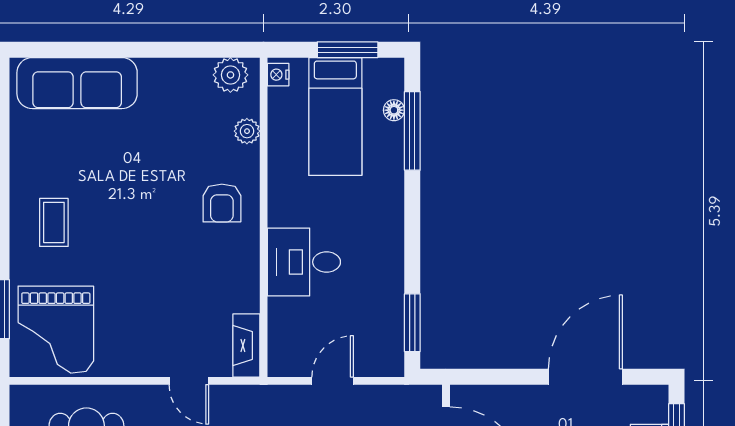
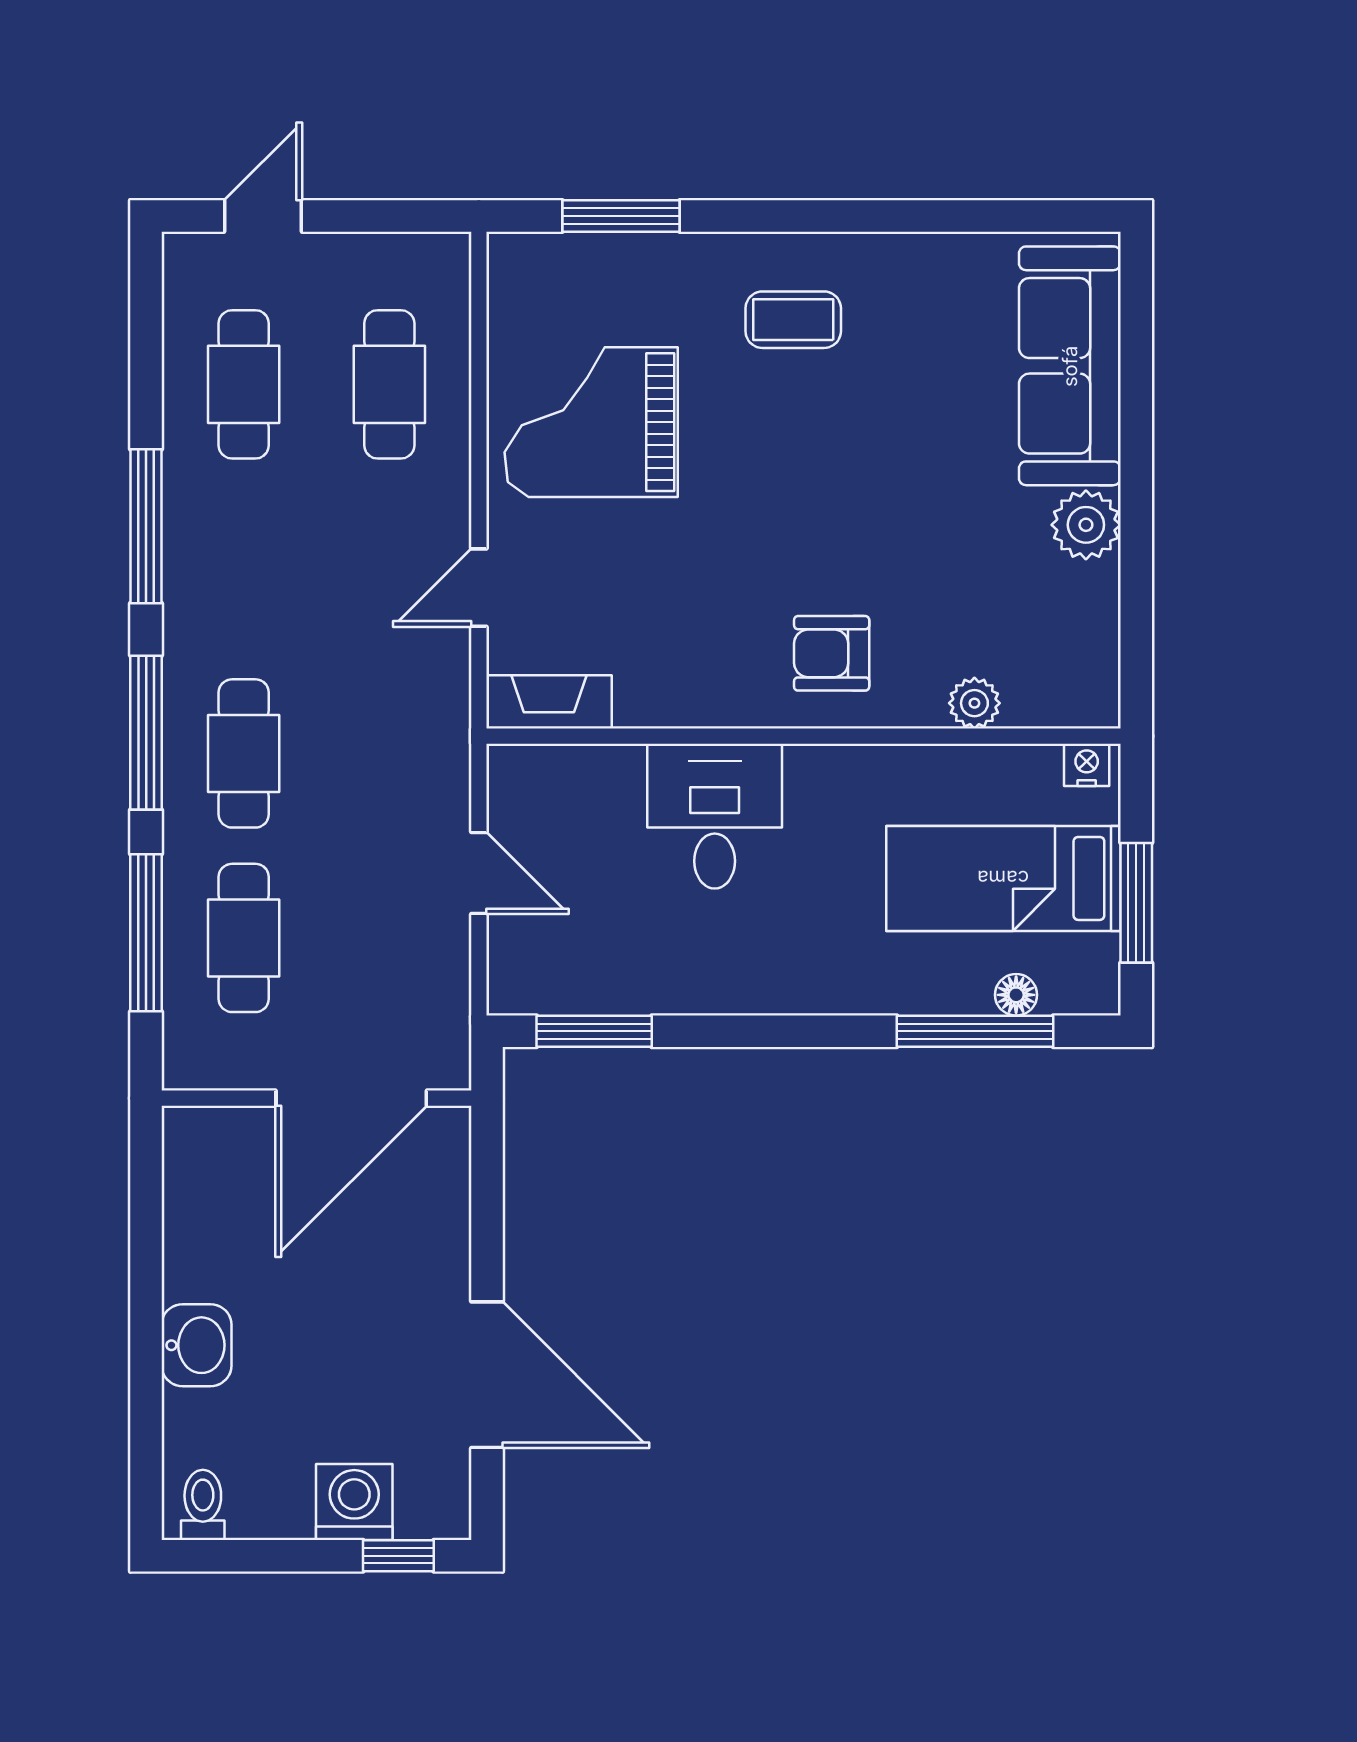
plant: (230, 75) -> (1086, 525), moved
grand piano: (56, 330) -> (591, 422), moved

